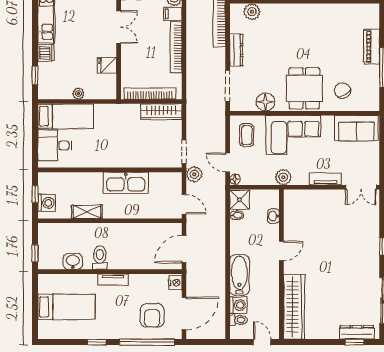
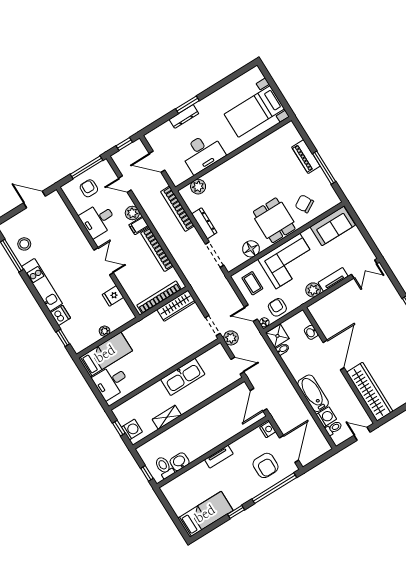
armchair: (256, 173) -> (277, 307), added
plant: (283, 177) -> (313, 290), moved
door: (281, 251) -> (334, 355), width x1.88
toilet: (100, 258) -> (164, 467), moved
bed: (66, 307) -> (205, 514), moved

